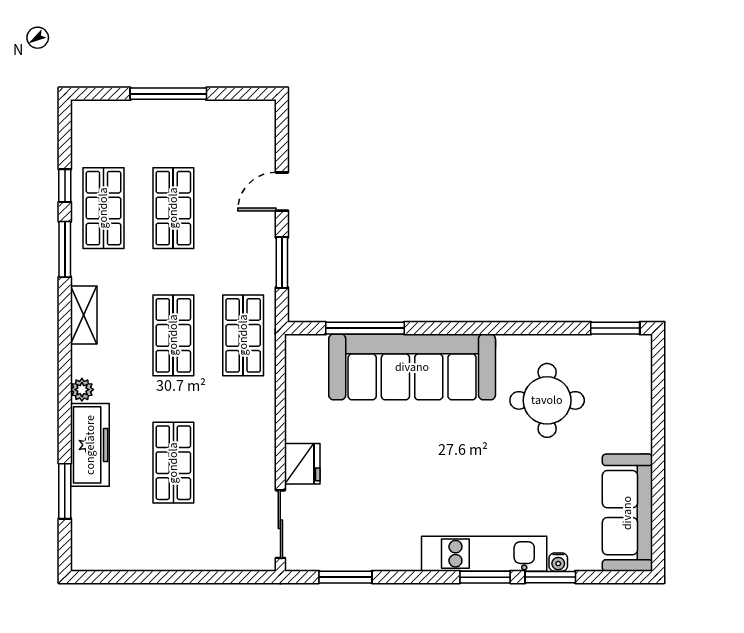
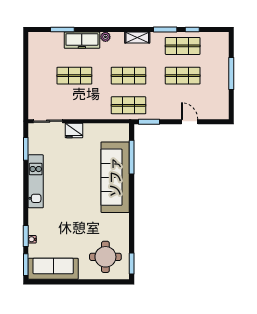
window: (282, 262) -> (149, 122), moved
round table: (547, 400) -> (105, 257), moved
kitchen unit: (484, 554) -> (36, 181), moved
window: (485, 577) -> (26, 265), moved

